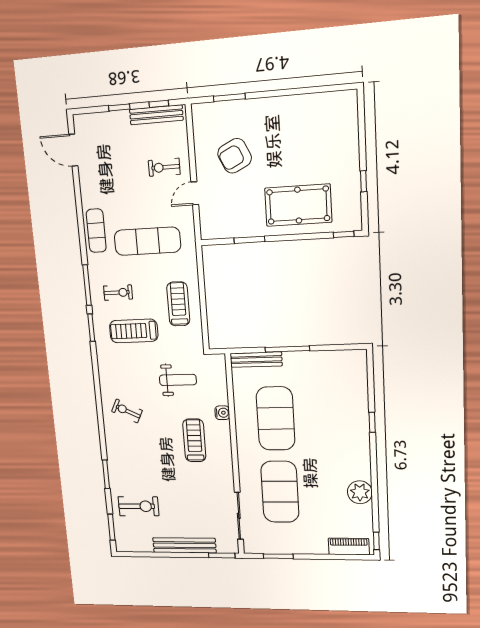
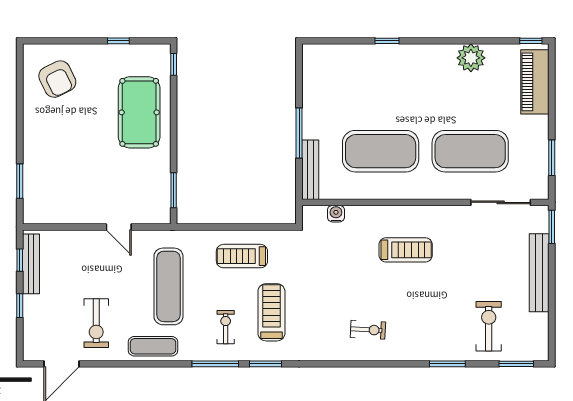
armchair: (235, 156) -> (57, 79), moved
exercise bike: (164, 167) -> (96, 323), moved, width x1.38, depth x1.39
window: (249, 240) -> (174, 190), moved
treadmill: (134, 331) -> (271, 312), turned 180
weight bench: (178, 380) -> (332, 264), removed
exercise bike: (127, 411) -> (368, 330), turned -113
water cooler: (222, 413) -> (336, 214), moved
treadmill: (194, 440) -> (406, 250), turned 180
piano: (349, 547) -> (535, 82), width x1.37, depth x1.33

